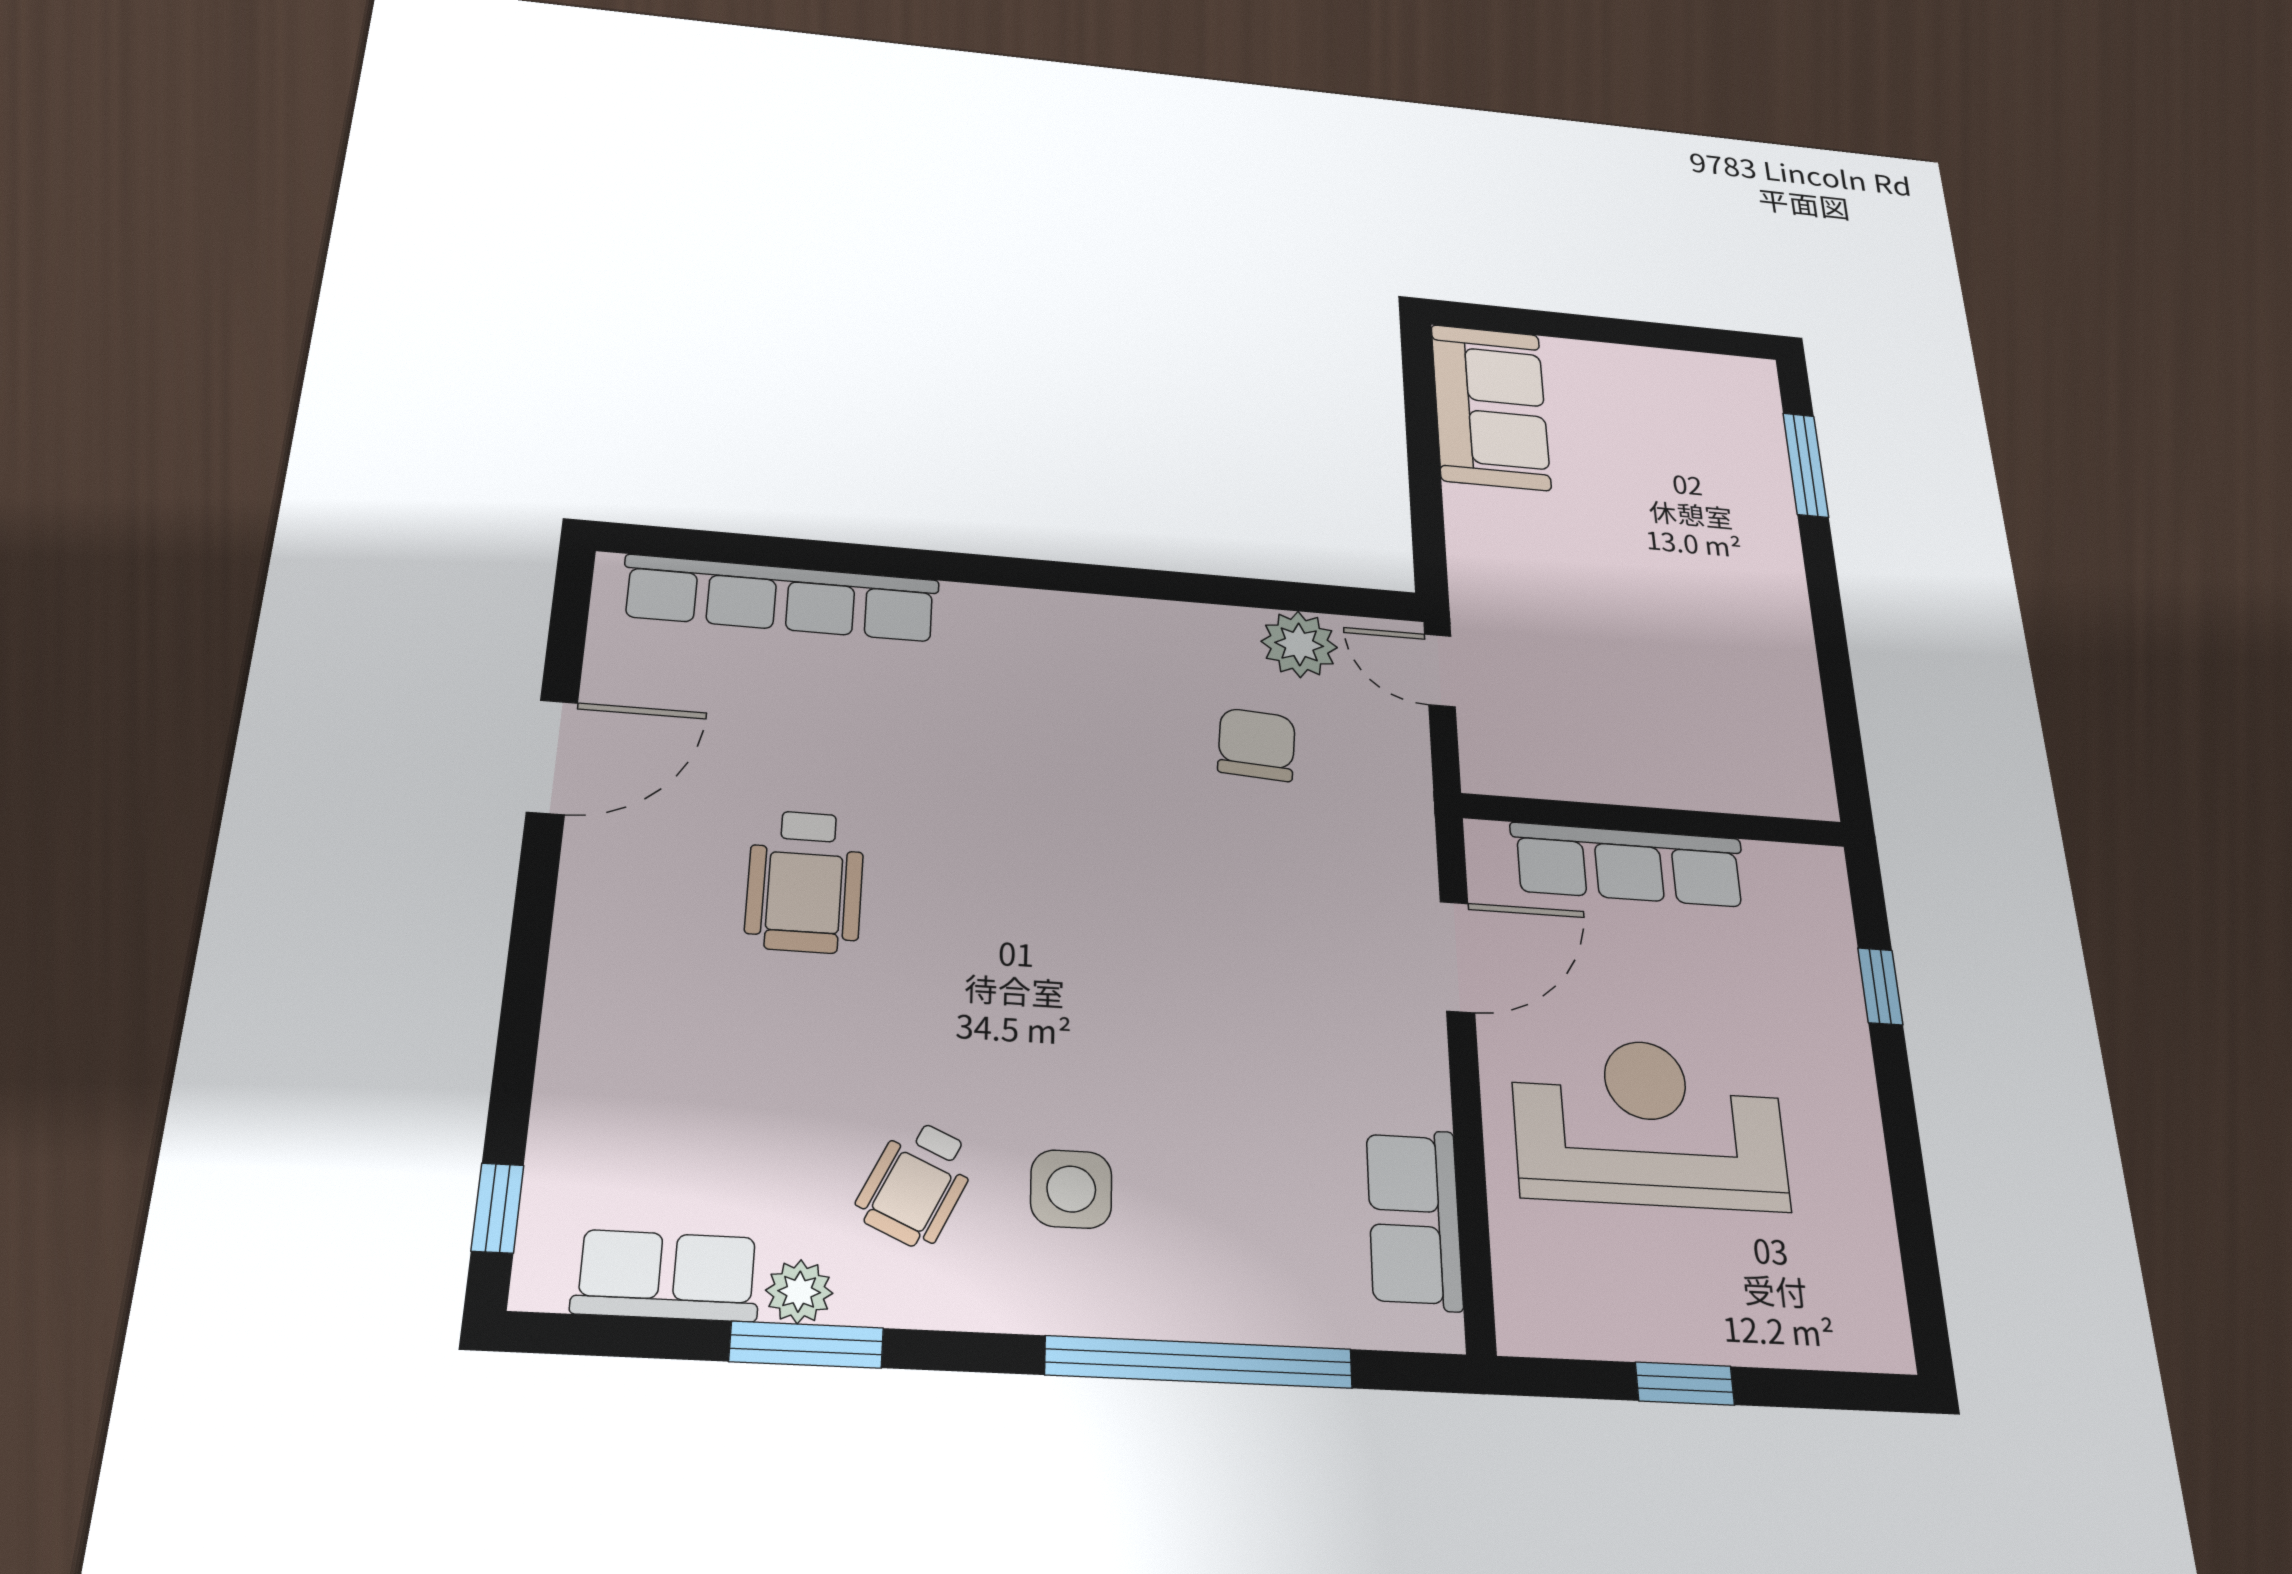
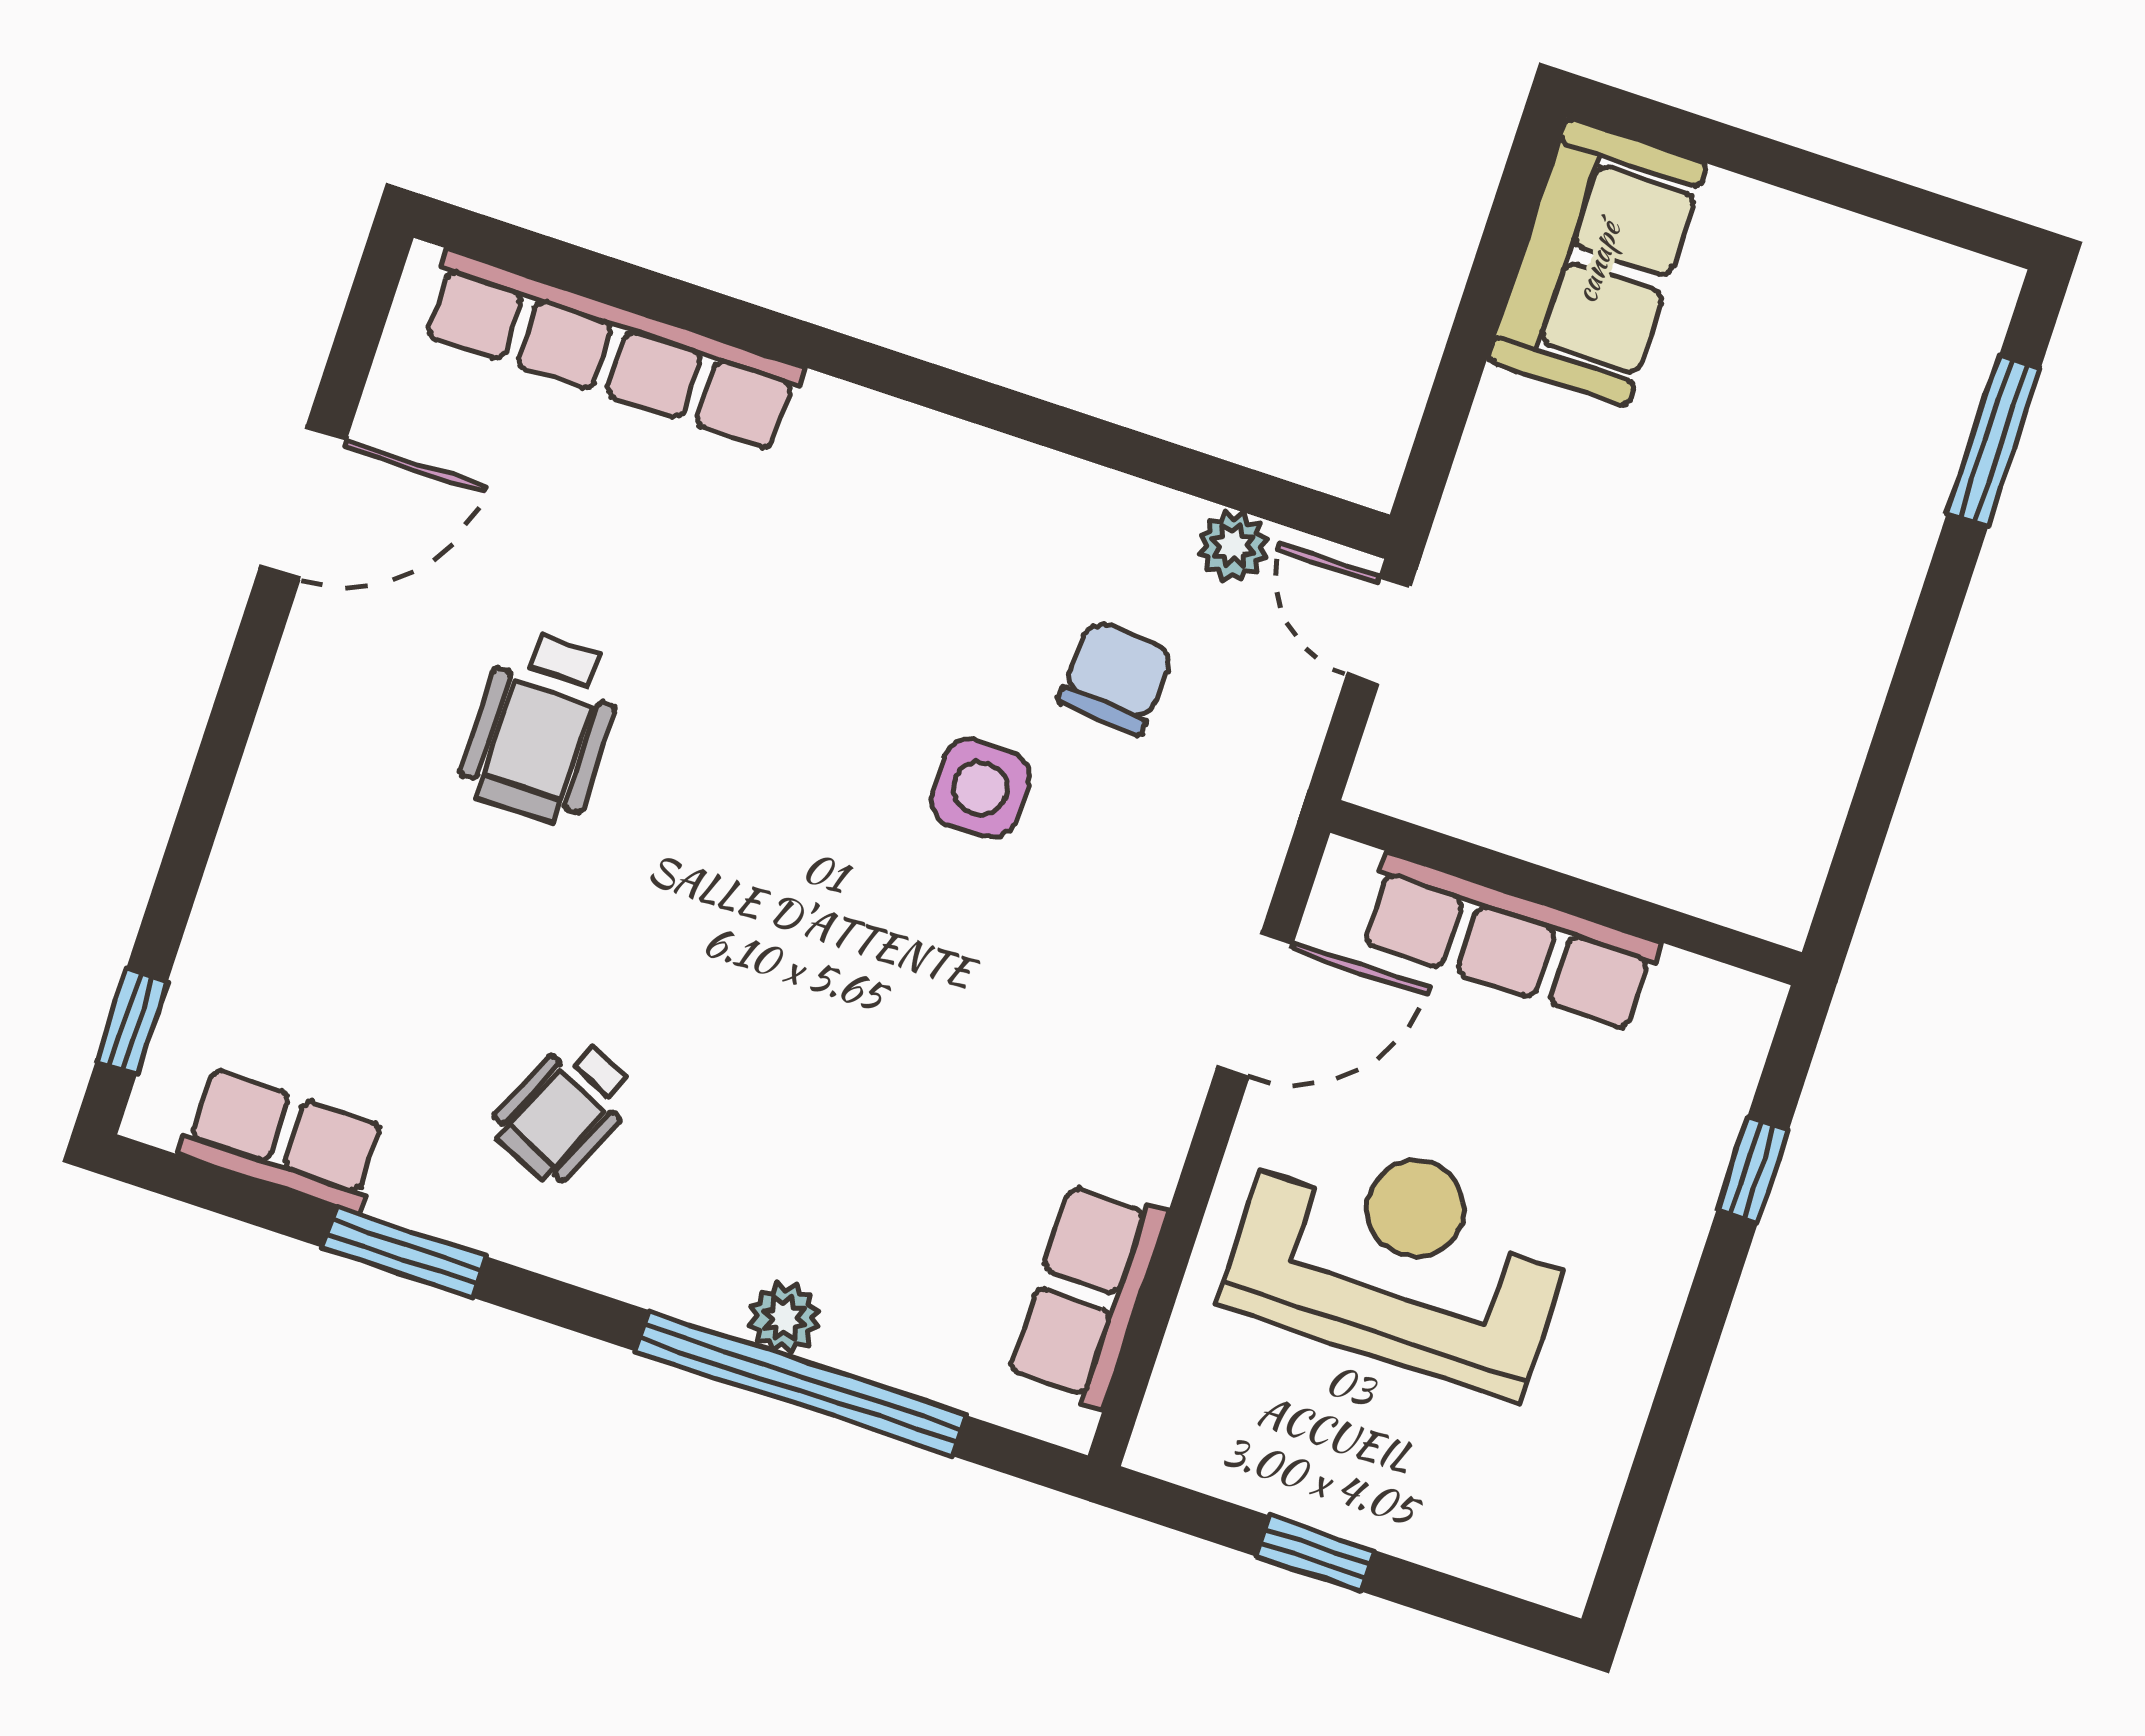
plant: (1299, 644) -> (1233, 546), width x0.73, depth x0.73
side table: (1071, 1189) -> (980, 788), moved
plant: (799, 1292) -> (784, 1318), moved

